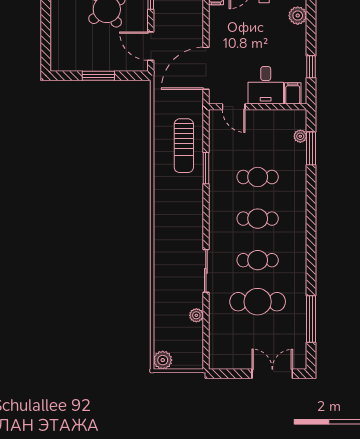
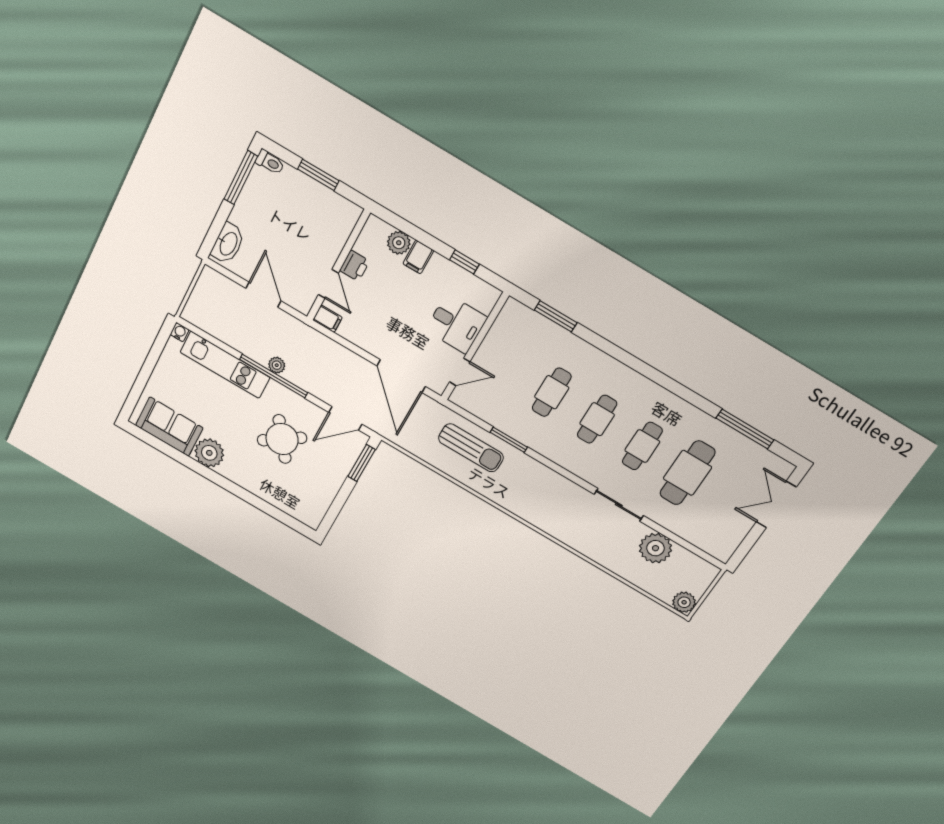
window: (98, 76) -> (362, 463), moved
filing cabinet: (293, 93) -> (418, 257), moved, turned -90
plant: (300, 136) -> (535, 320), removed
plant: (196, 315) -> (655, 548), width x1.87, depth x1.87

